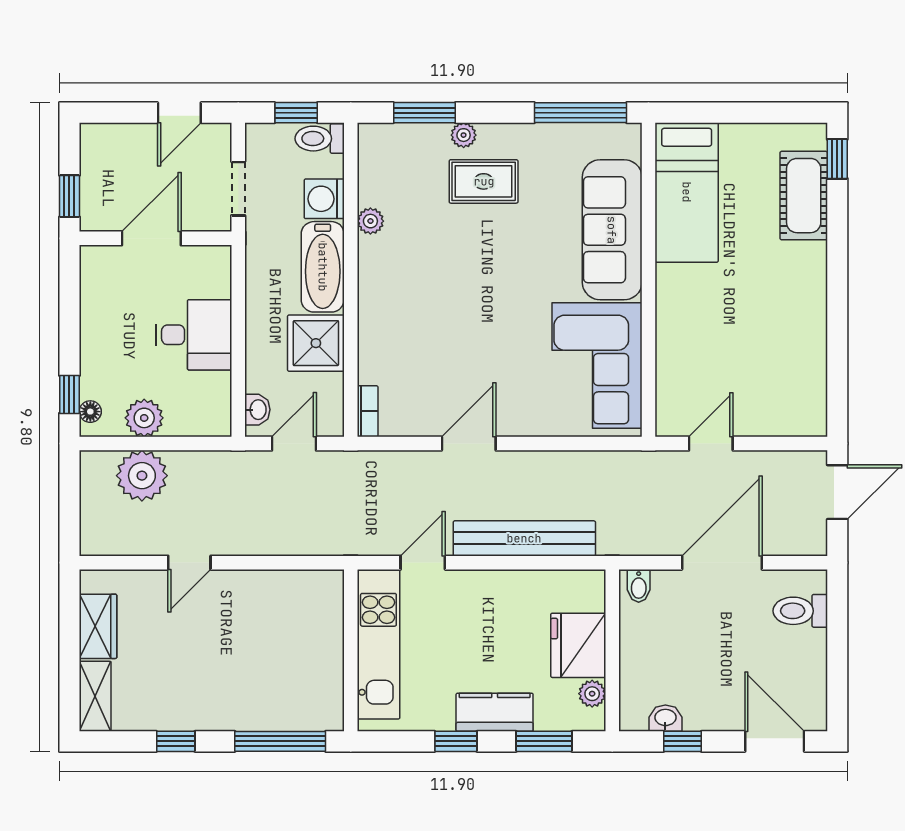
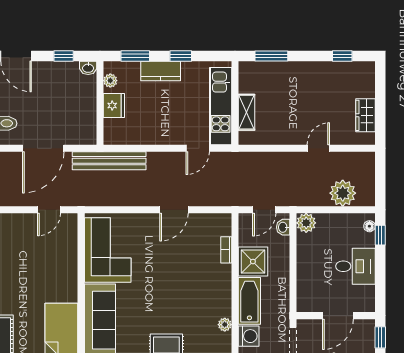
desk: (194, 335) -> (355, 266), moved, turned 180
bookcase: (368, 411) -> (226, 250), moved
plant: (144, 418) -> (306, 223), moved
bench: (524, 538) -> (109, 161), moved
bidet: (639, 586) -> (86, 136), removed
fridge: (578, 645) -> (114, 106), width x0.73, depth x0.75
shelving: (95, 696) -> (247, 112), moved
washbasin: (665, 718) -> (88, 68), moved
window: (176, 741) -> (342, 56), moved
window: (280, 741) -> (271, 56), width x0.69

